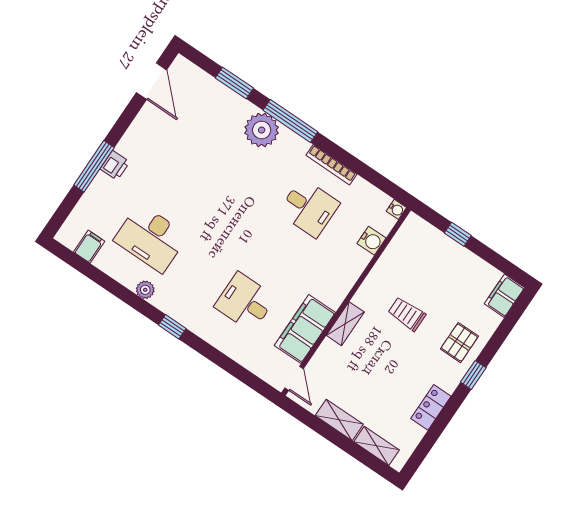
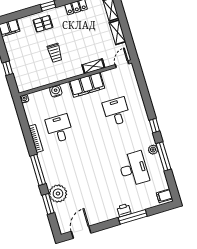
plant: (262, 130) -> (58, 194), moved
water cooler: (371, 241) -> (56, 91), moved
filing cabinet: (89, 247) -> (164, 196), moved
window: (122, 293) -> (164, 156), added
desk: (245, 302) -> (116, 111), turned 180
shelving: (345, 324) -> (93, 66), moved
filing cabinet: (305, 329) -> (87, 85), moved

